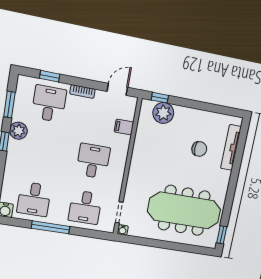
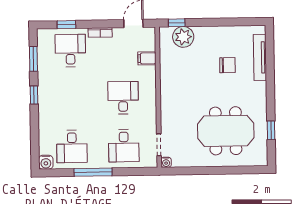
plant: (18, 131) -> (46, 82), removed
meeting table: (184, 210) -> (226, 131), width x0.73
window: (222, 235) -> (271, 130), moved

